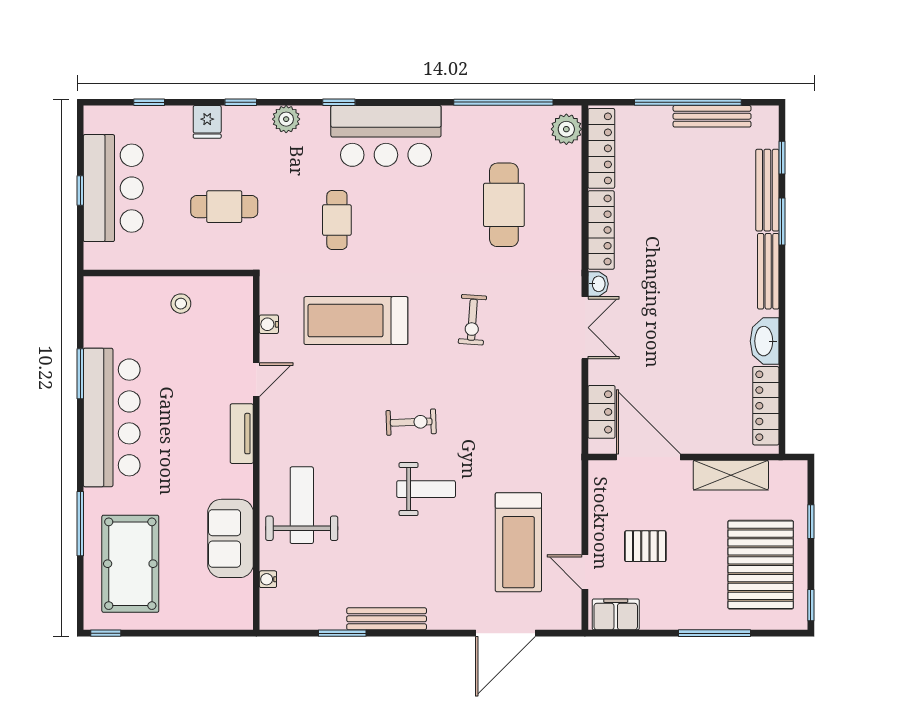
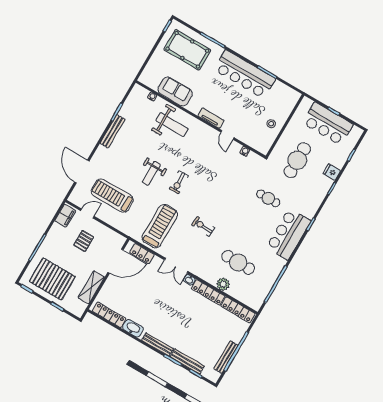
plant: (286, 119) -> (316, 201), removed
plant: (566, 129) -> (223, 284), moved
cafe table: (224, 207) -> (297, 160), width x1.37, depth x1.35
treadmill: (356, 321) -> (160, 226), moved

